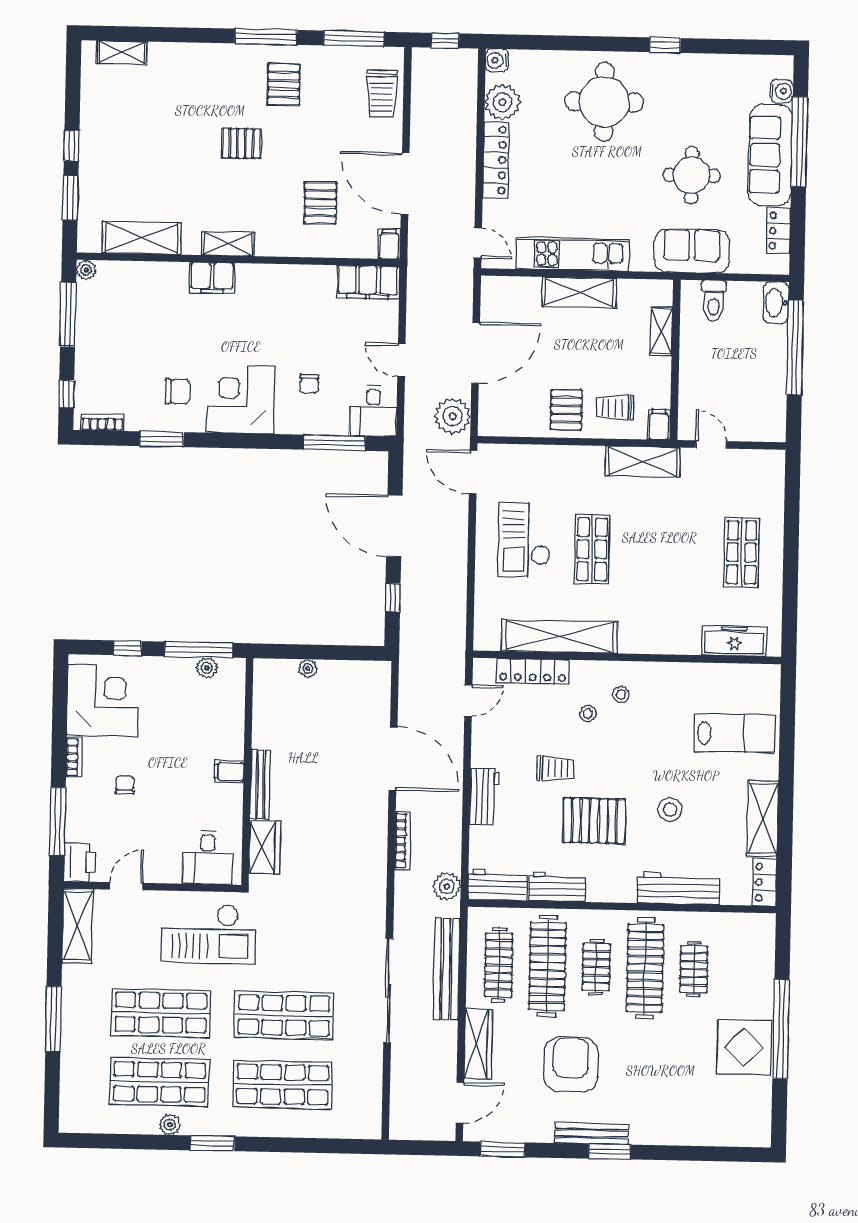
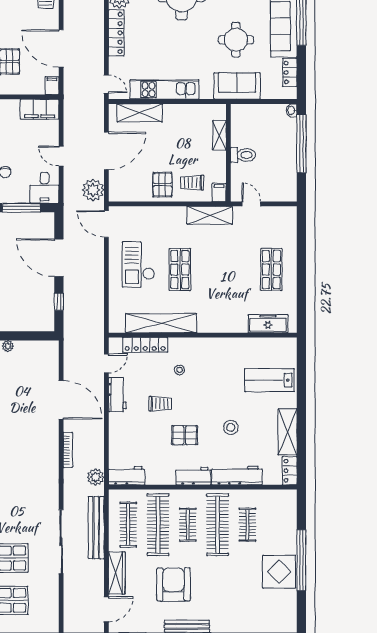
shelving: (579, 292) -> (140, 113), moved
toilet: (714, 301) -> (243, 155), moved, turned -90
washbasin: (776, 303) -> (291, 110), width x0.52, depth x0.69
stool: (621, 694) -> (199, 358), removed
lab bench: (735, 733) -> (270, 380), turned 180
workbench: (484, 796) -> (117, 394), moved
pallet: (594, 821) -> (185, 435), width x0.67, depth x0.71
workbench: (557, 887) -> (193, 476), moved

